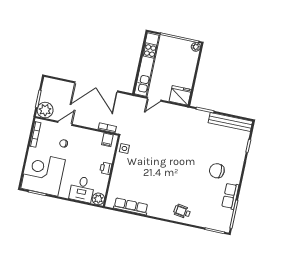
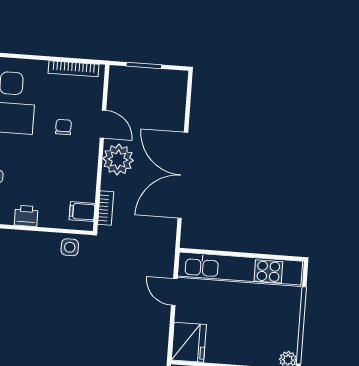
plant: (45, 110) -> (118, 160), moved

